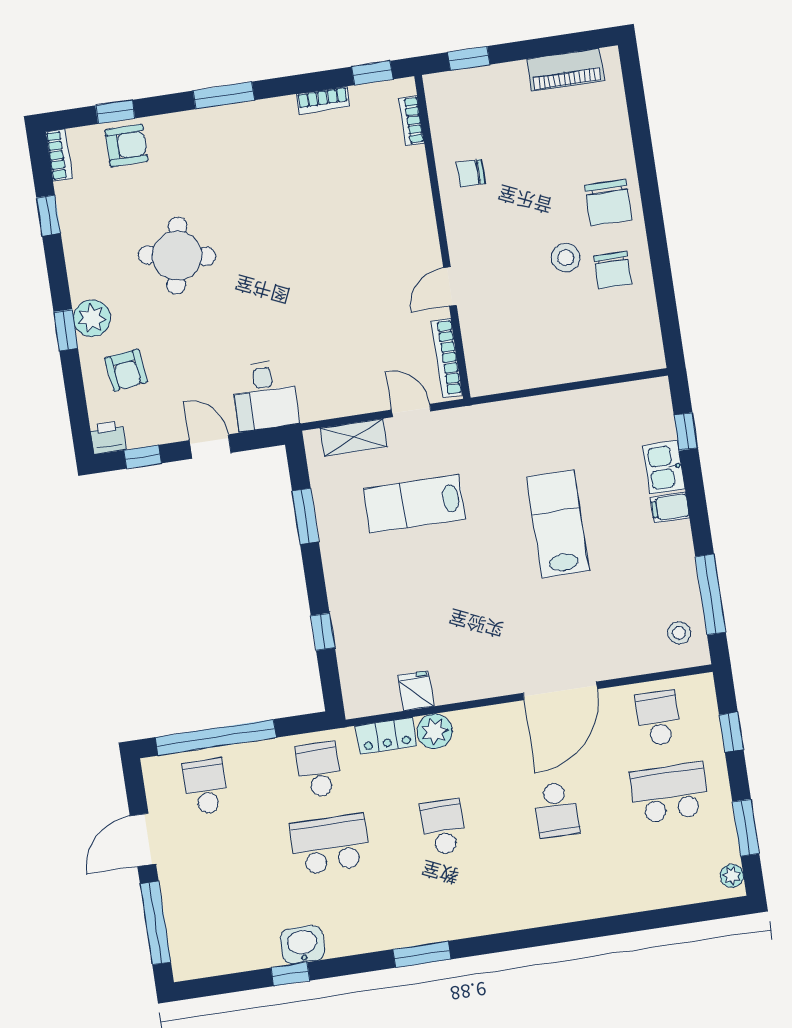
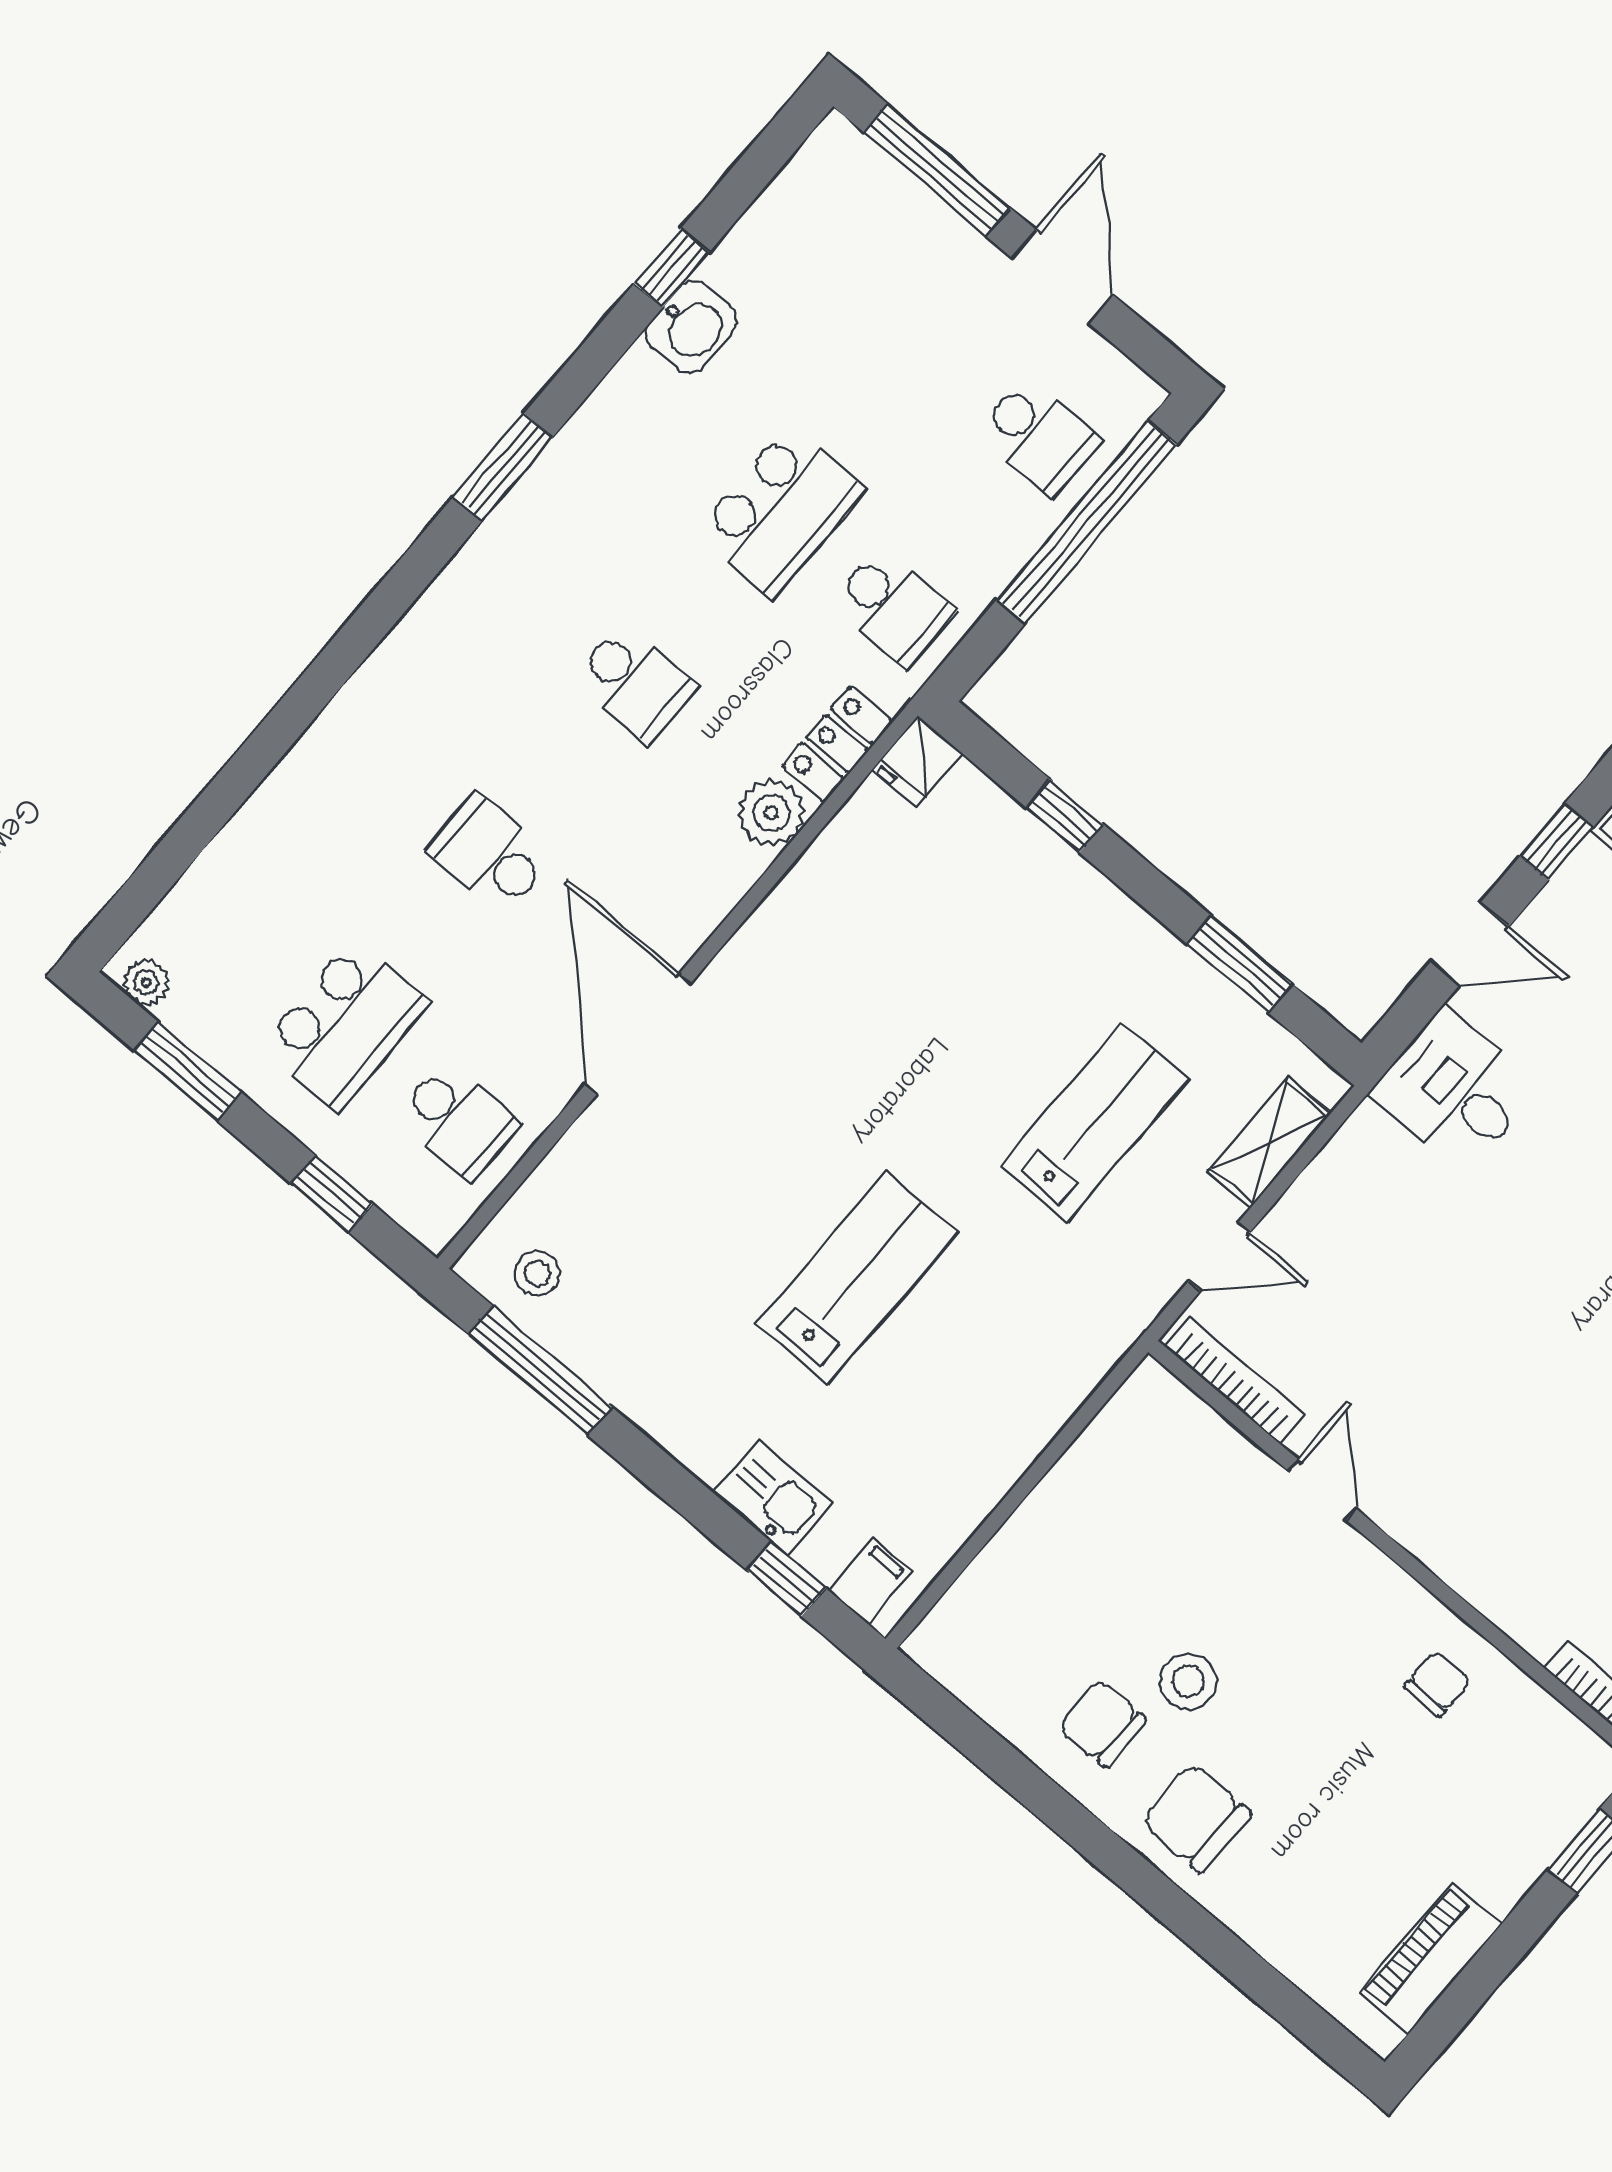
filing cabinet: (670, 507) -> (870, 1581), moved
lab bench: (558, 524) -> (857, 1278), turned -90
fridge: (416, 691) -> (918, 762), moved, turned 90

